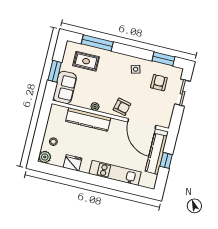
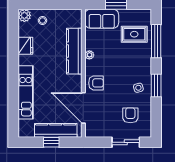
window: (163, 59) -> (156, 86), moved
rug: (86, 61) -> (134, 34), turned 90
armchair: (159, 83) -> (130, 115), turned -90
armchair: (122, 107) -> (96, 83), turned -103
door: (142, 124) -> (83, 108), hinge flipped

